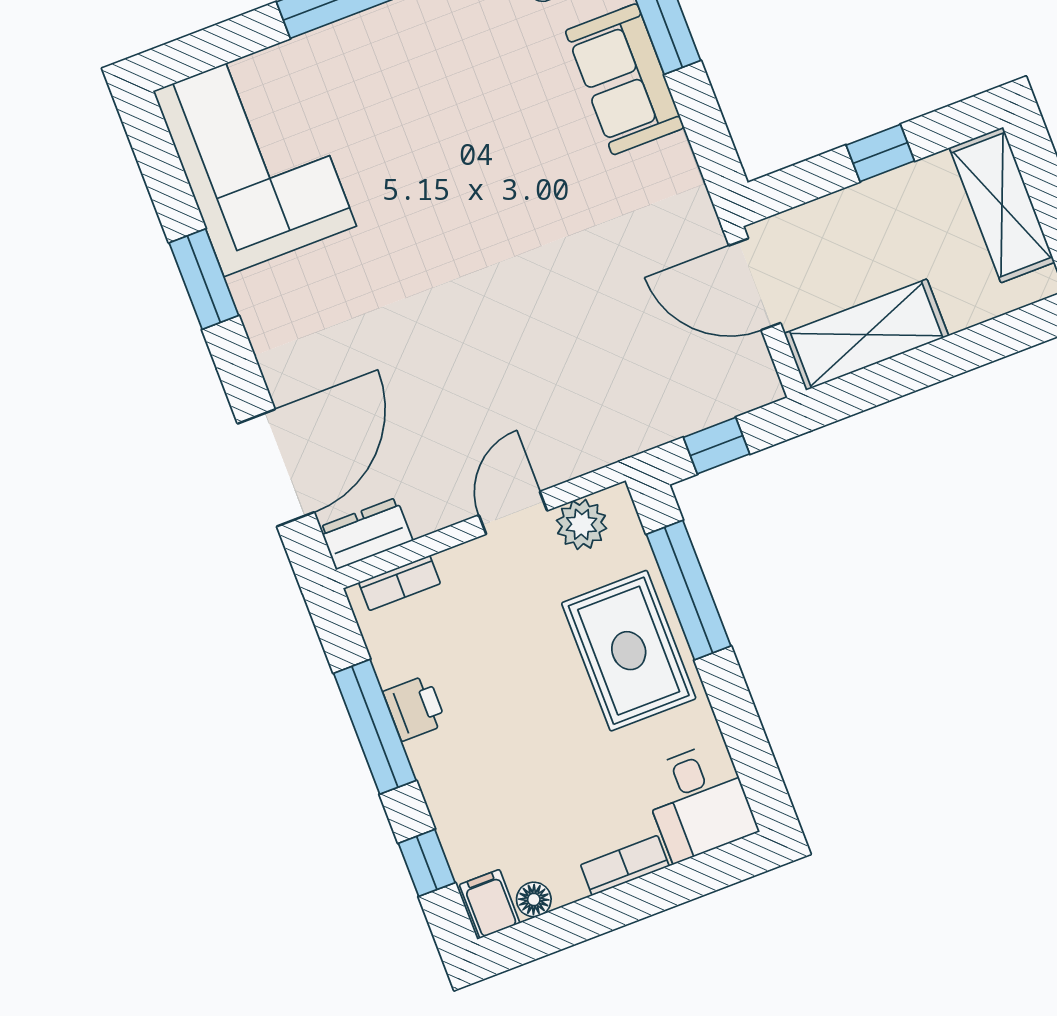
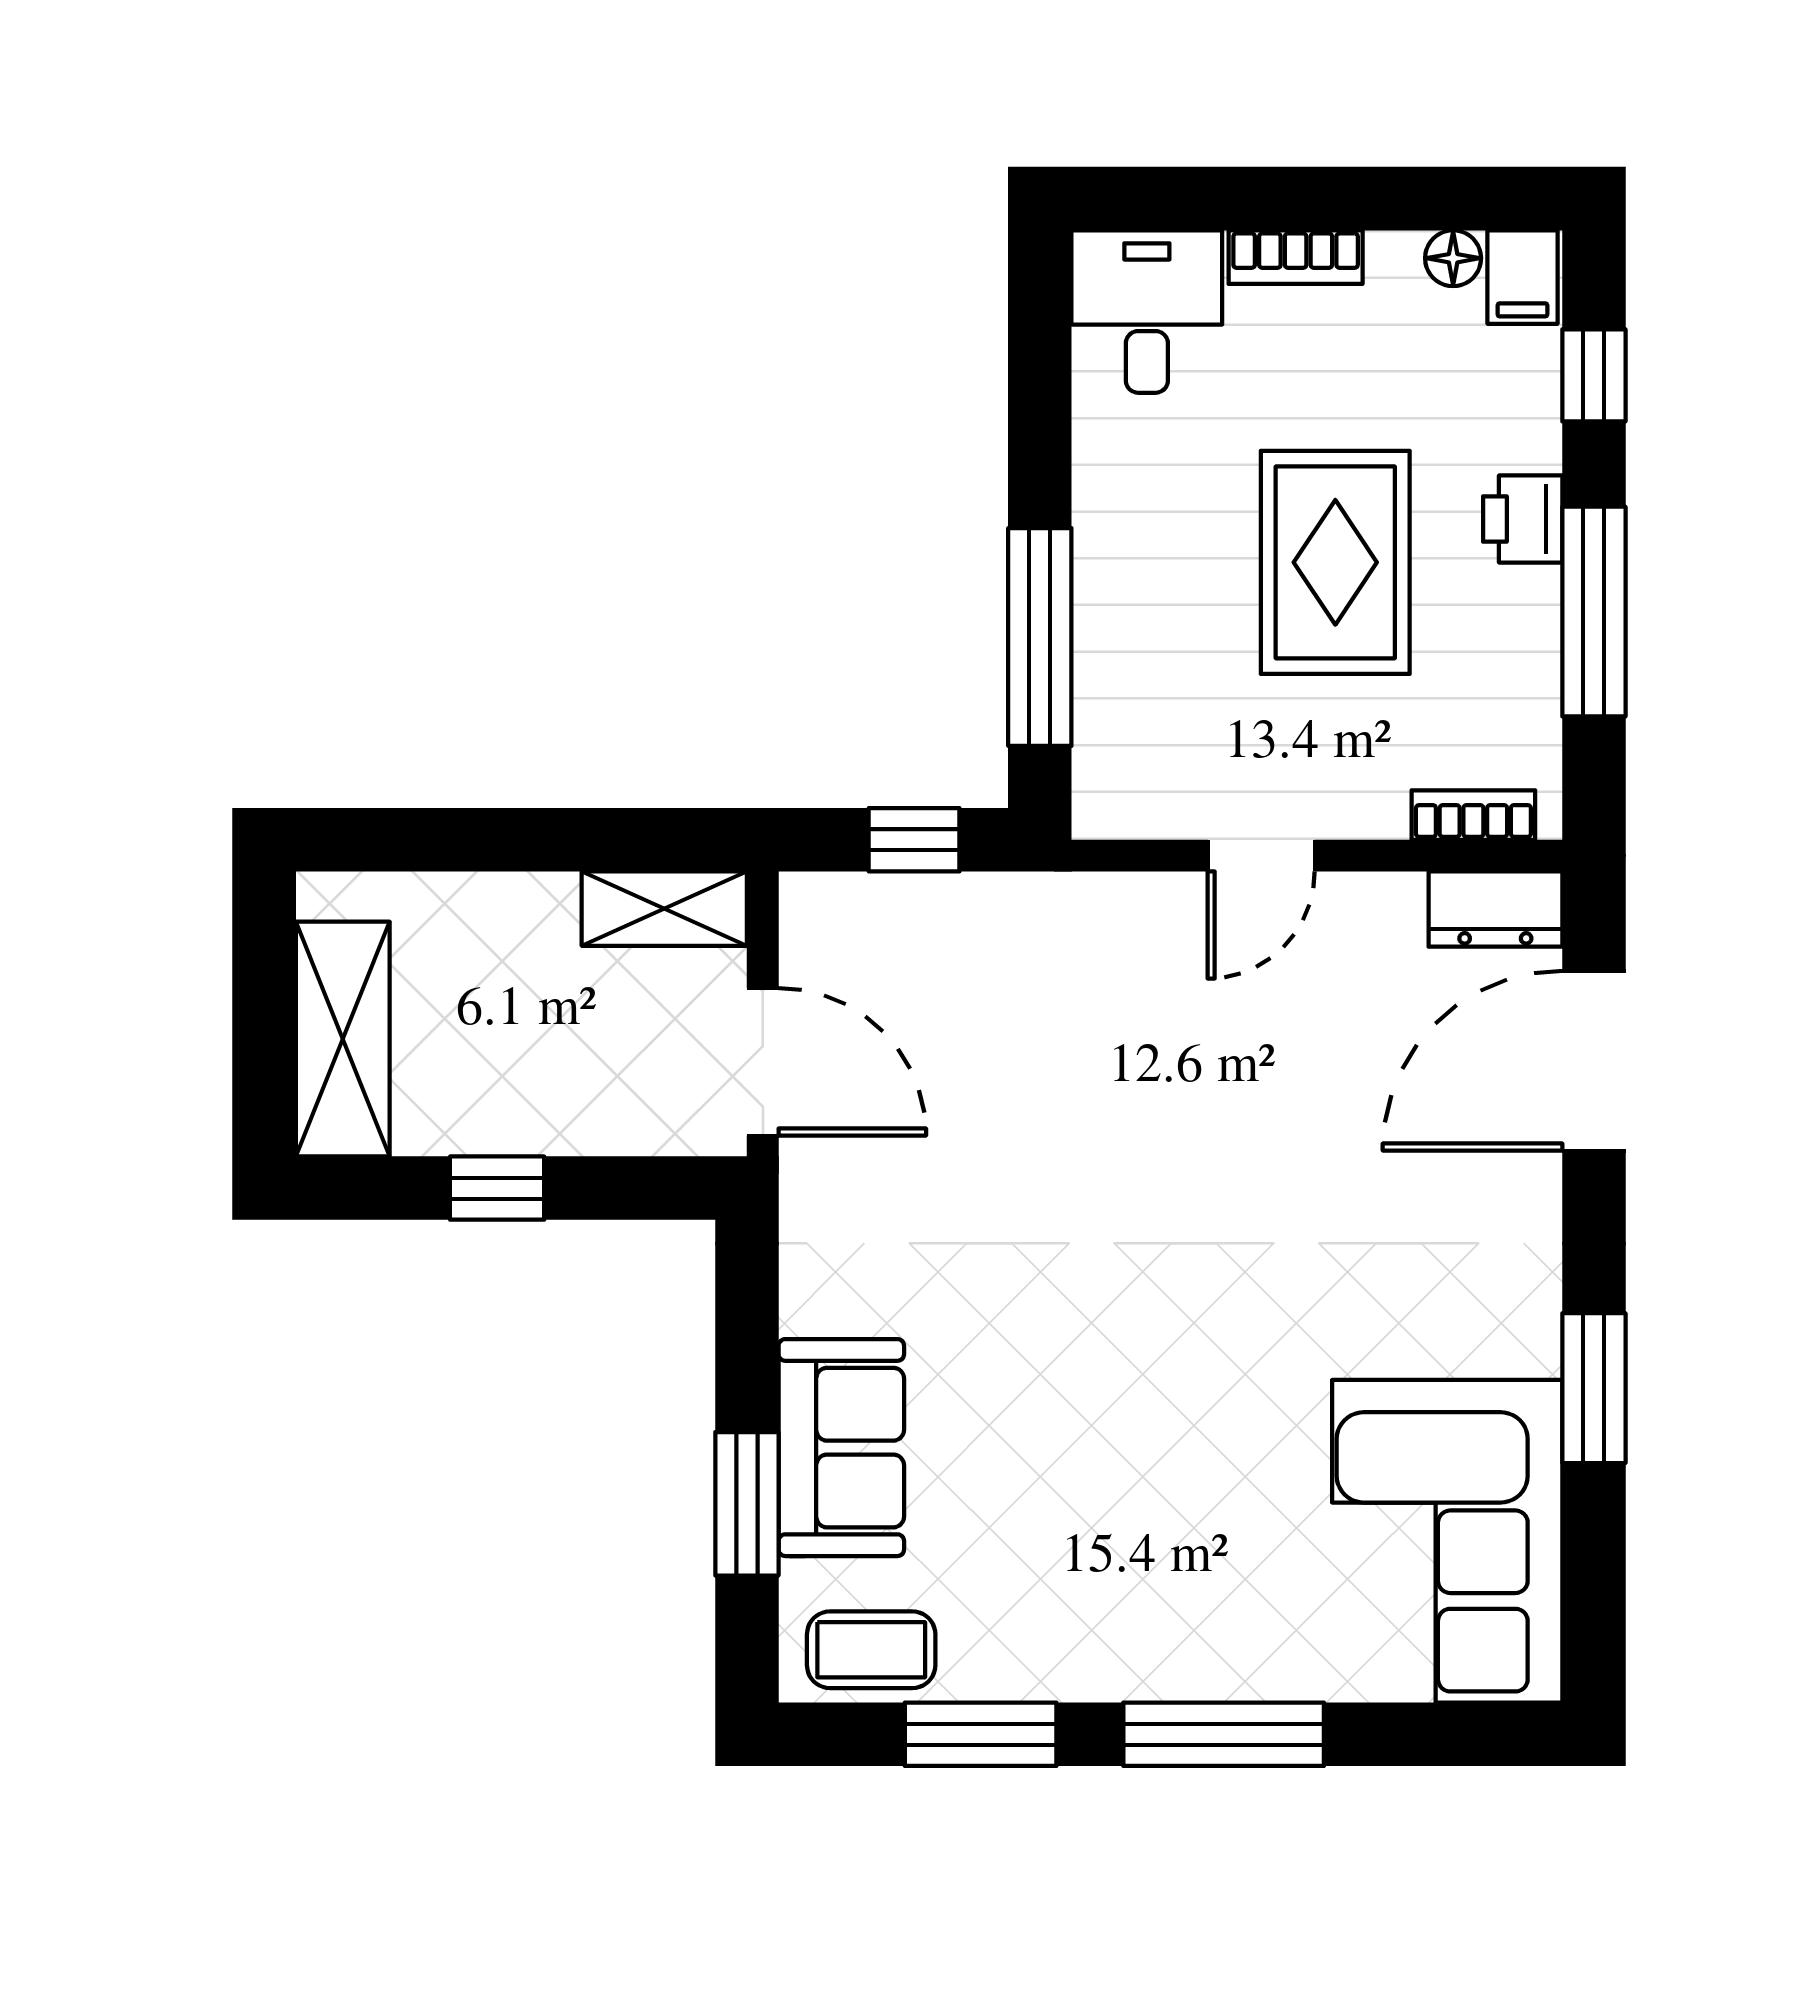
shelving: (866, 335) -> (664, 909), width x0.67, depth x0.75
plant: (582, 524) -> (1164, 798), removed
rug: (629, 651) -> (1335, 562), moved
printer: (415, 708) -> (1523, 519), moved

